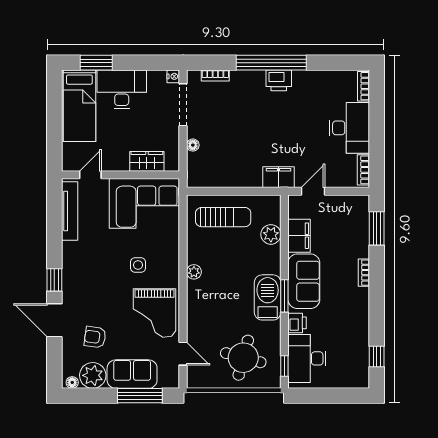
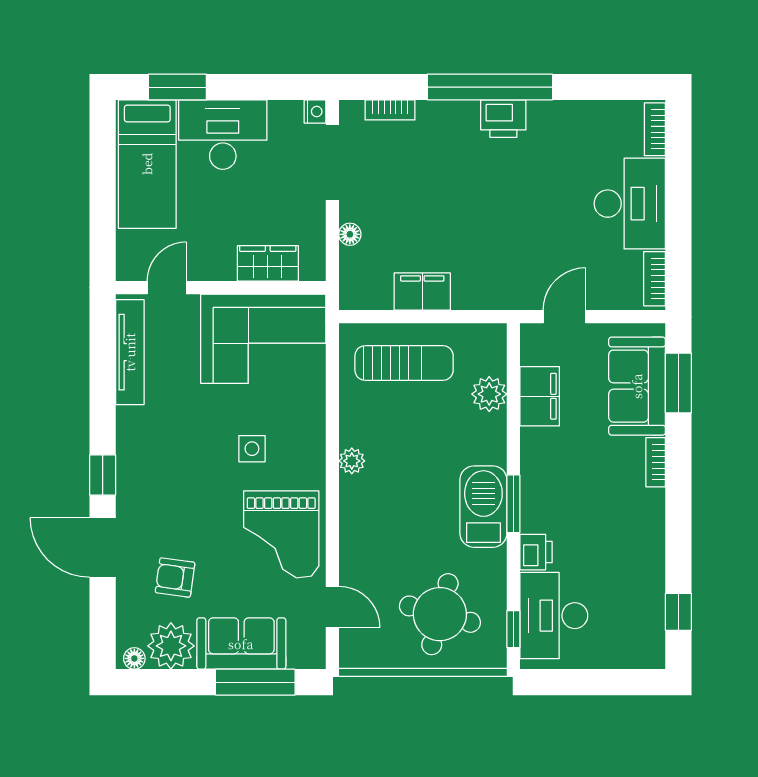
filing cabinet: (278, 177) -> (422, 292), moved
sofa: (304, 281) -> (637, 386), moved, turned 180

